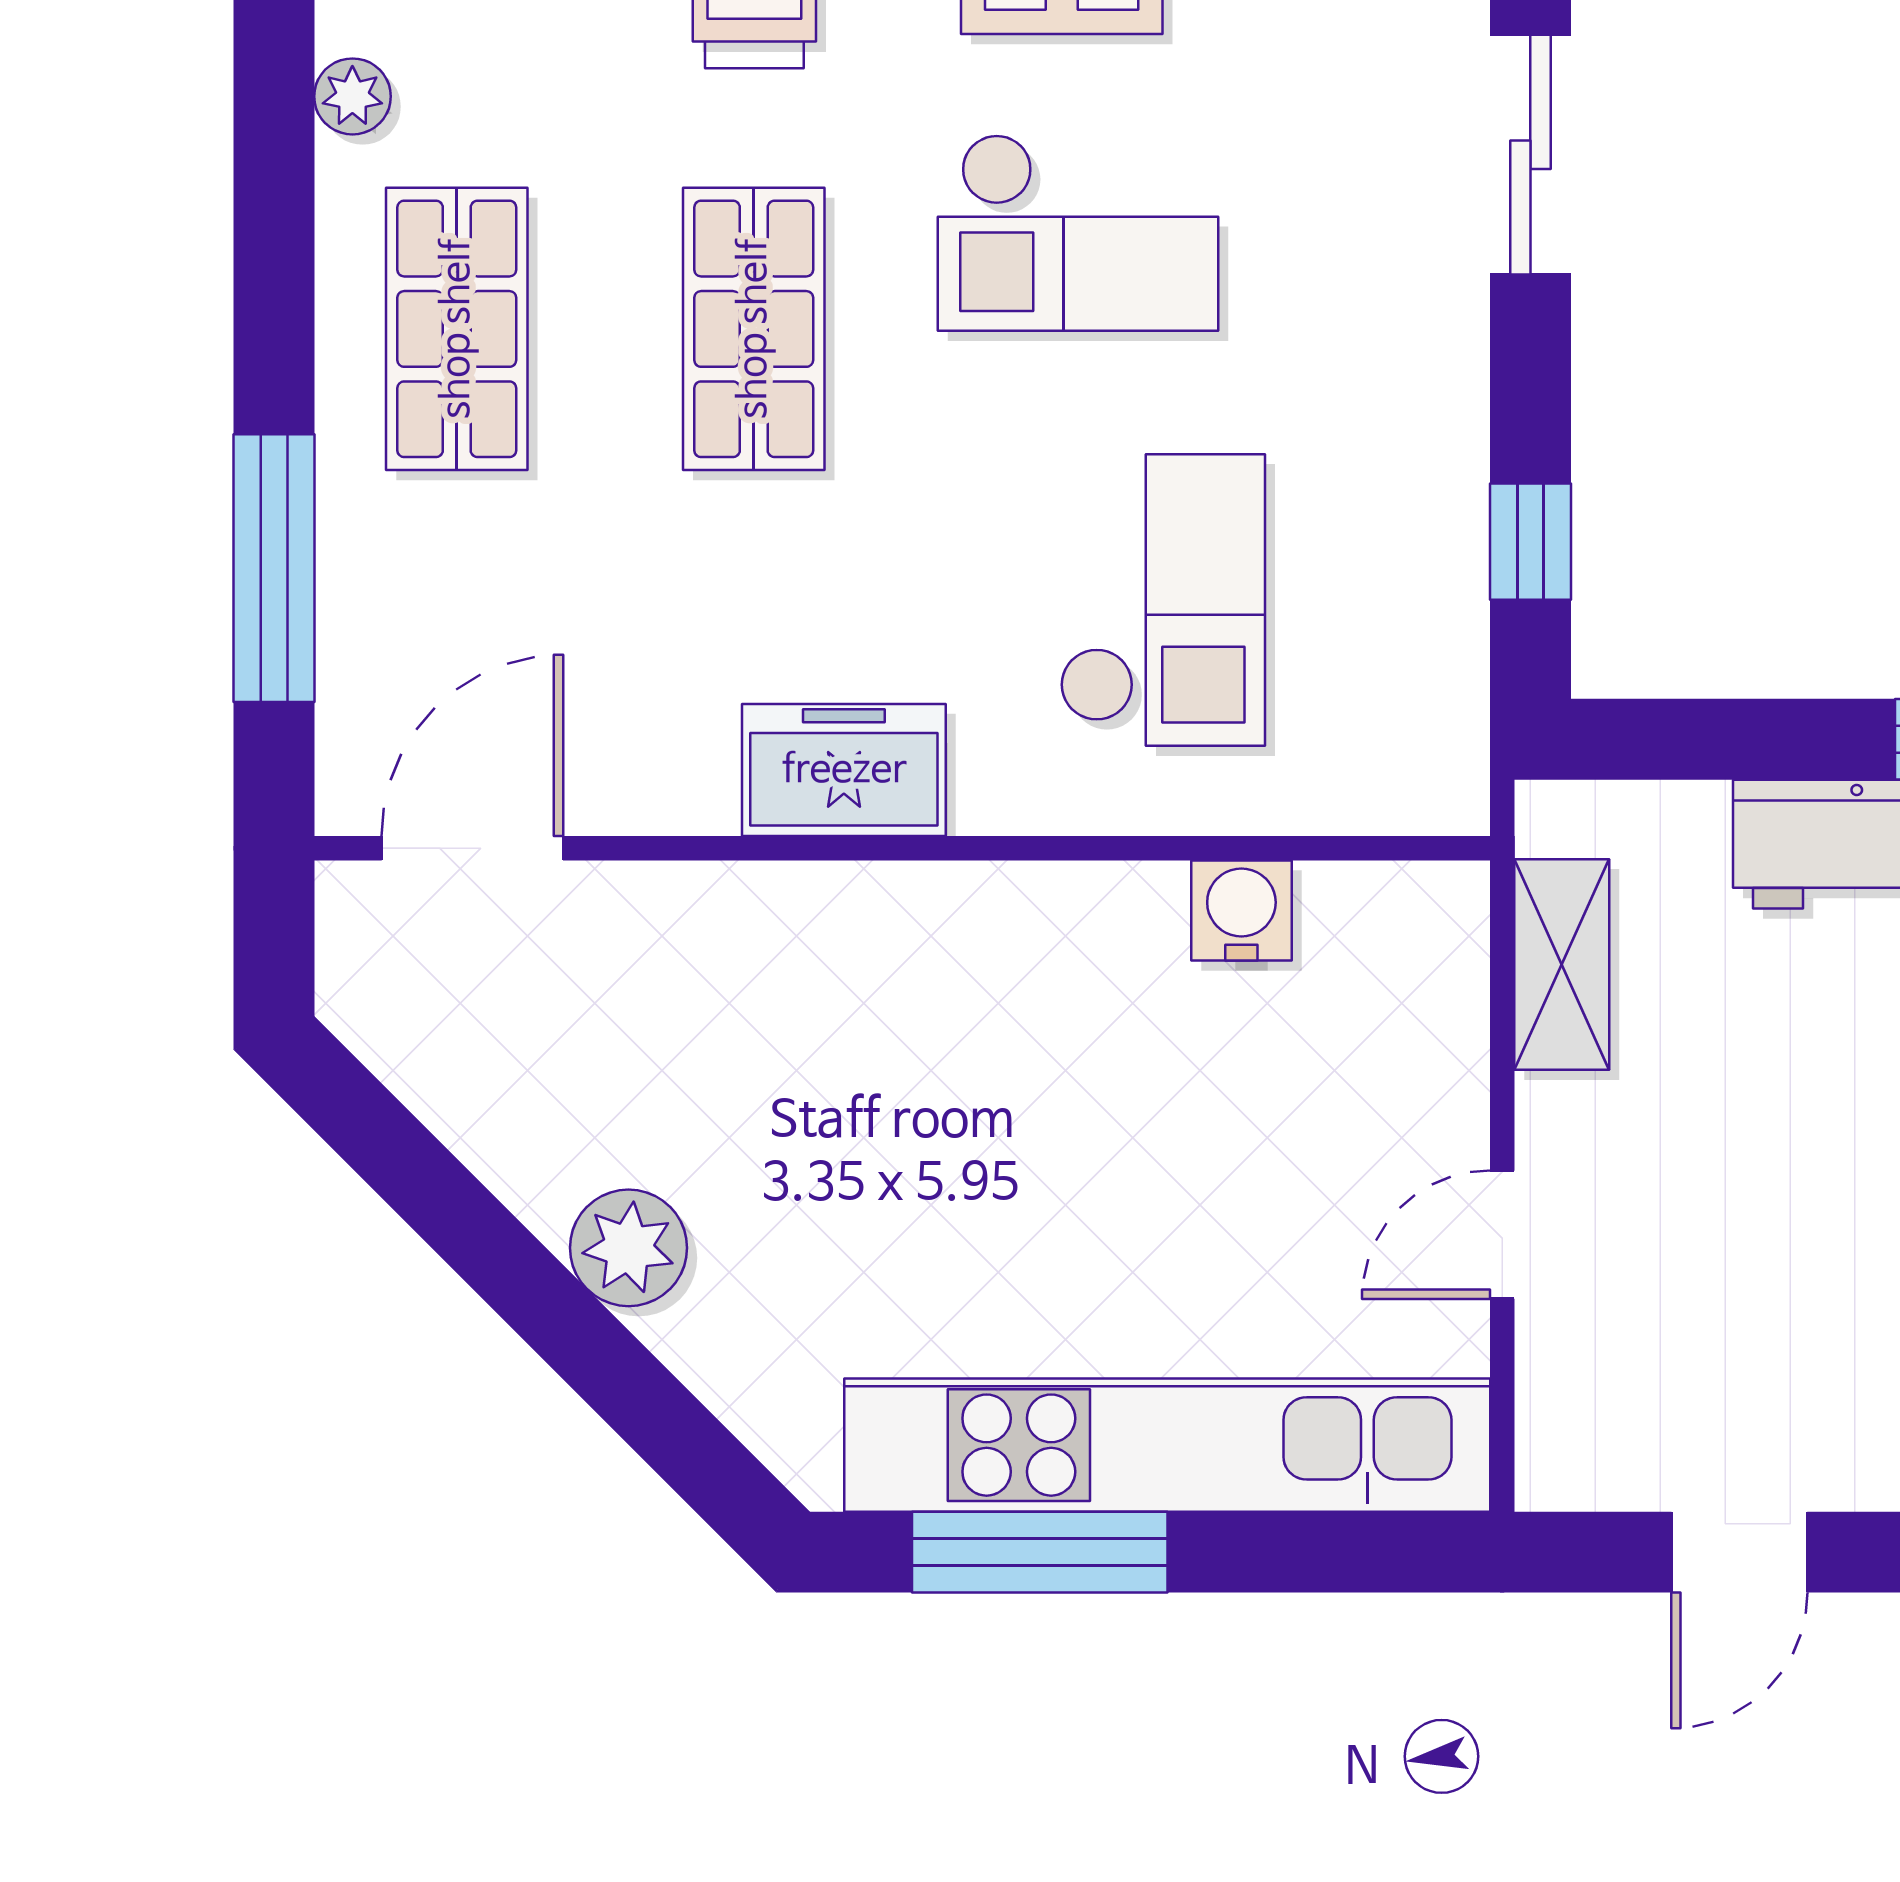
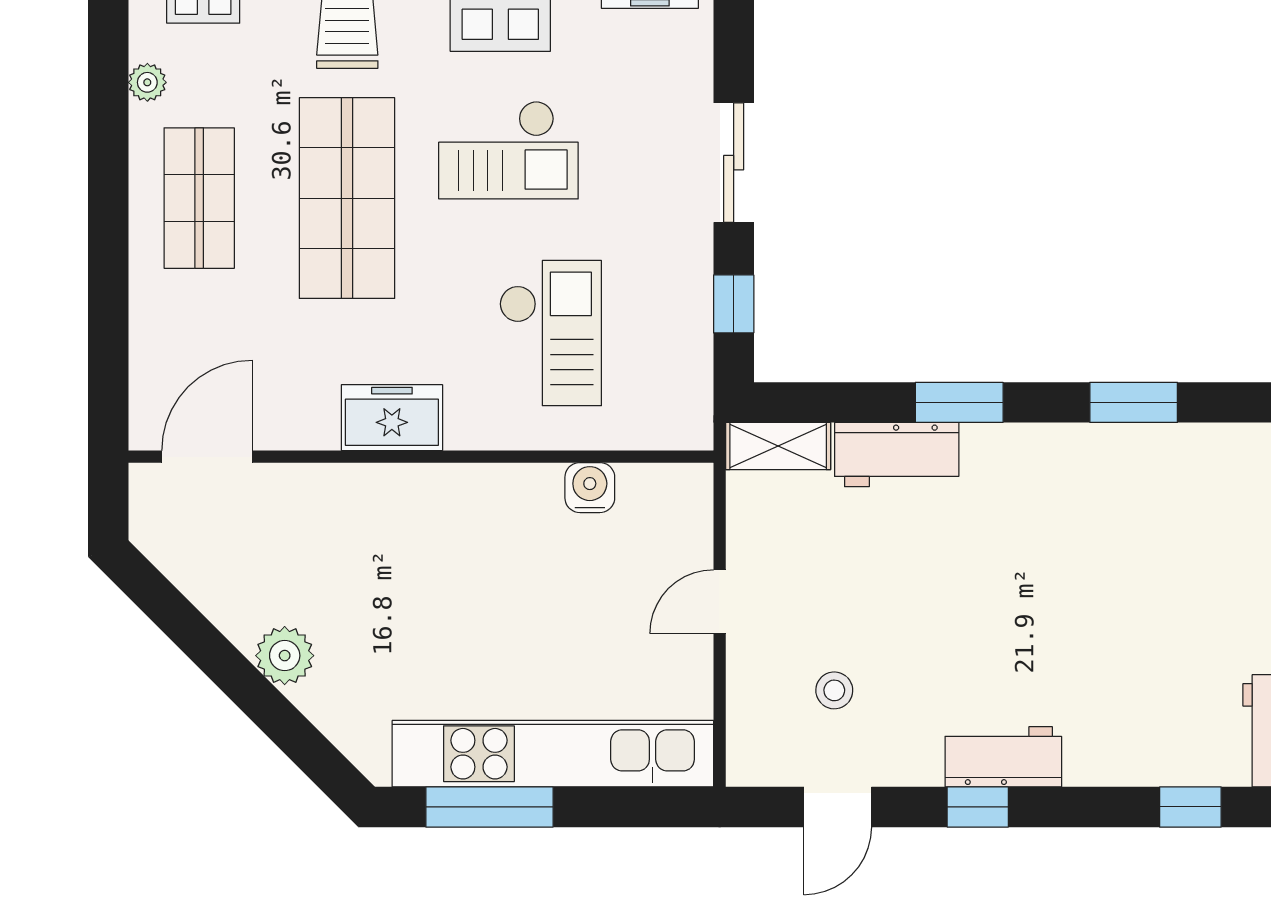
sliding door: (1530, 155) -> (734, 163), moved
shop shelf: (754, 329) -> (347, 198), width x1.43, depth x1.36
window: (274, 568) -> (108, 317), removed
shelving: (1562, 964) -> (778, 446), moved, turned 90
door: (1502, 1235) -> (720, 602), moved
stool: (1733, 1318) -> (834, 690), added

